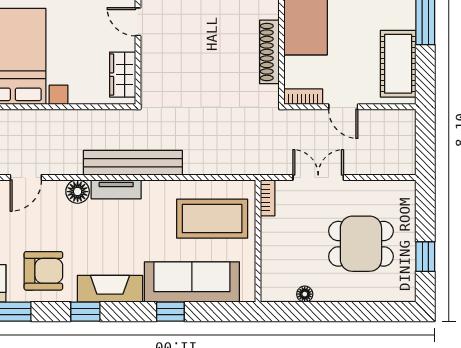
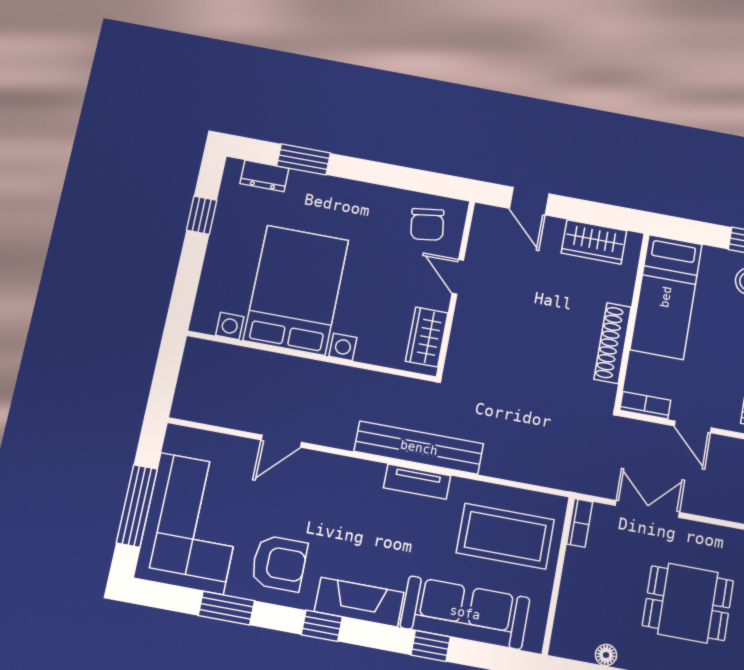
tv unit: (116, 189) -> (417, 482), moved
floor lamp: (78, 192) -> (343, 471), removed

